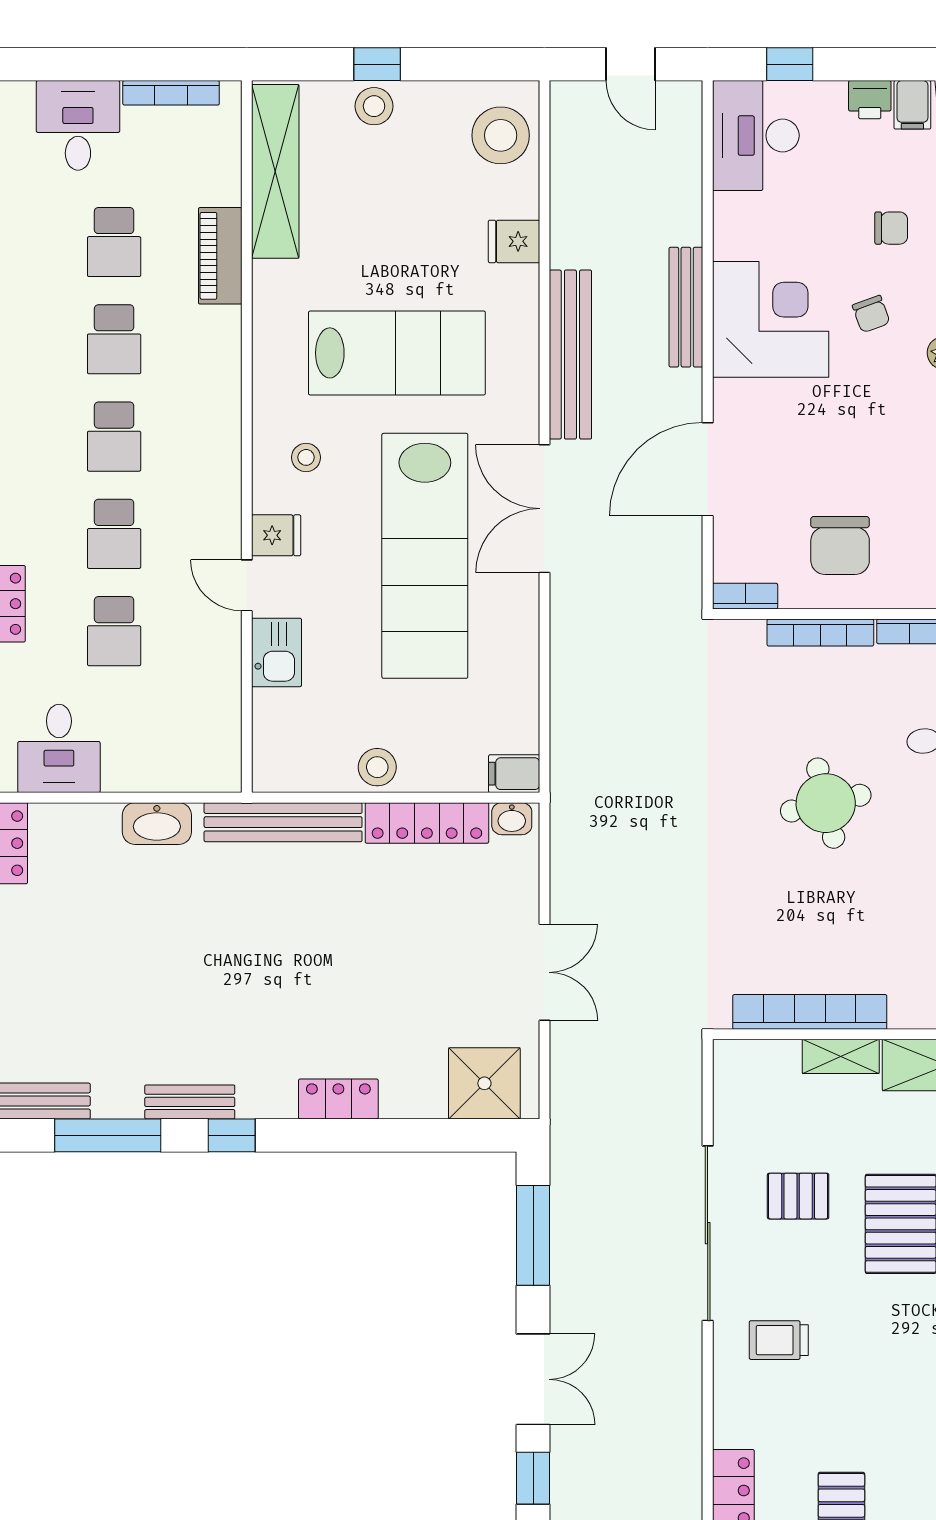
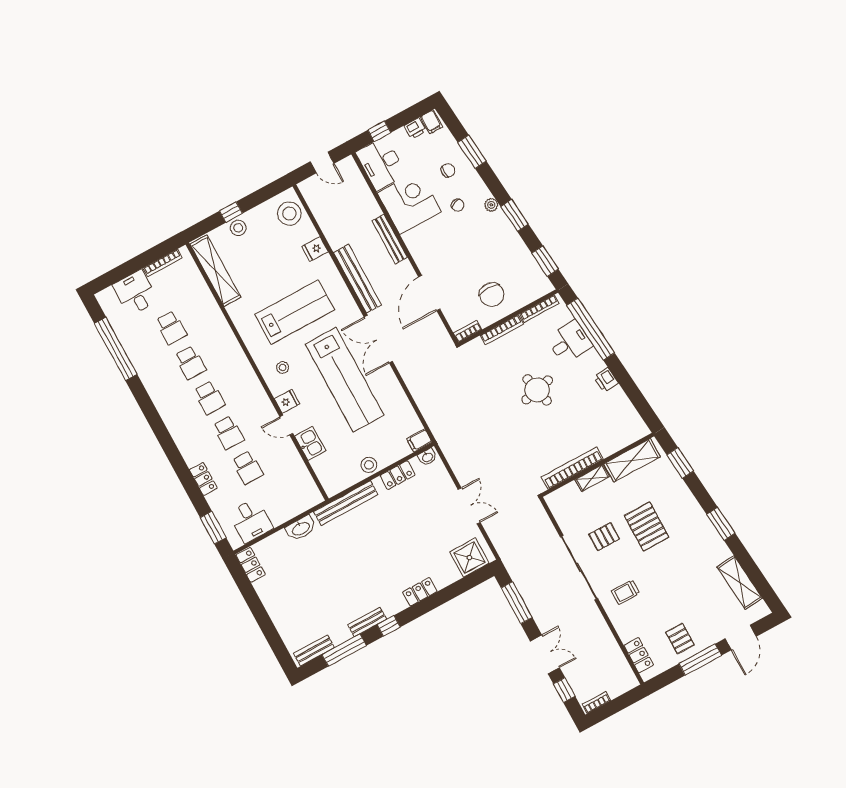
piano: (220, 256) -> (212, 312), removed
corner desk: (771, 319) -> (409, 203), moved
locker: (427, 823) -> (398, 475), width x0.66

